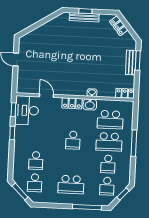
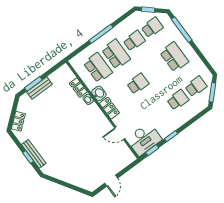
locker: (125, 93) -> (78, 88), moved
door: (46, 96) -> (120, 133), hinge flipped

